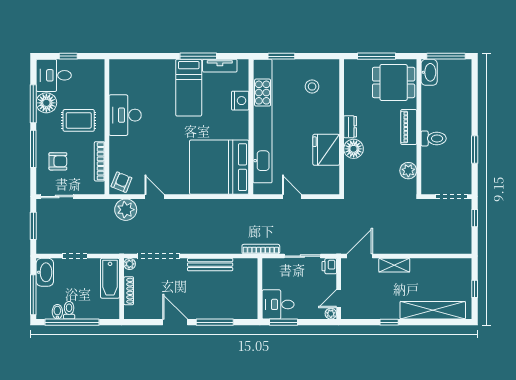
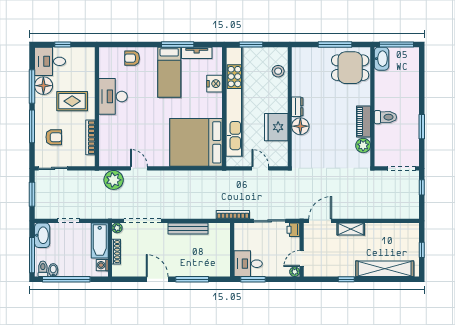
wall: (342, 127) -> (290, 107), moved
dresser: (350, 127) -> (297, 107), moved
piano: (409, 127) -> (364, 122), moved
floor lamp: (354, 149) -> (300, 126), moved
fridge: (326, 150) -> (276, 127), moved
armchair: (121, 182) -> (132, 58), moved, turned -112
washing machine: (113, 306) -> (102, 265), added
toilet: (69, 310) -> (43, 269), moved

